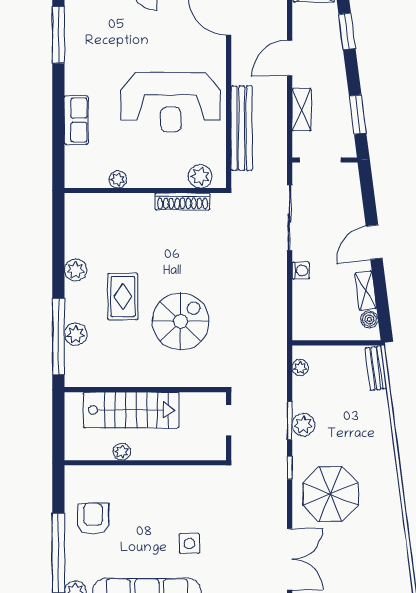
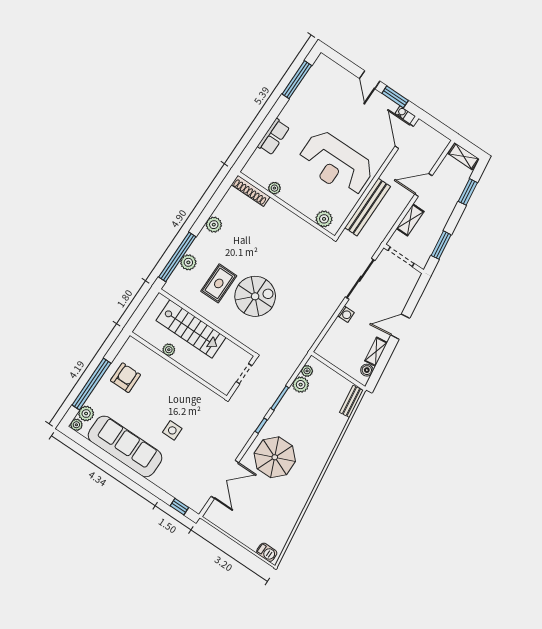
shoe rack: (183, 201) -> (251, 191), moved
rug: (123, 297) -> (219, 283), moved
plant: (303, 425) -> (301, 385), moved

